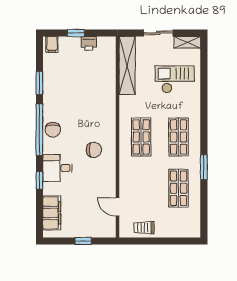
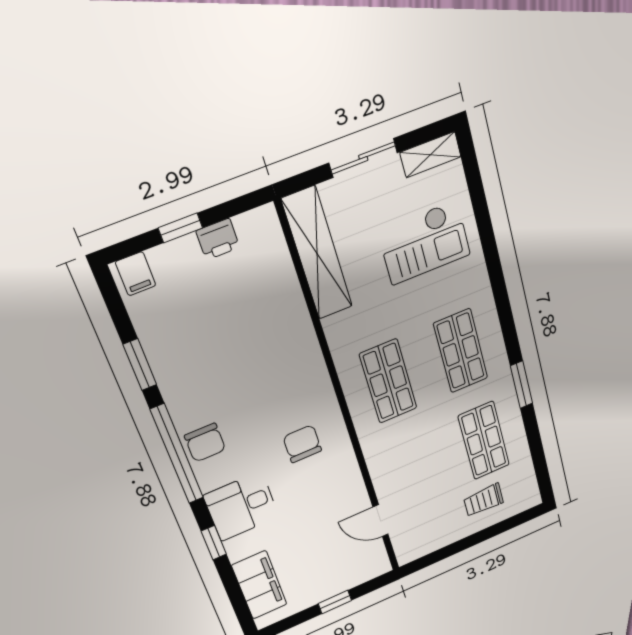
checkout: (175, 79) -> (424, 243), turned 180
chair: (94, 150) -> (302, 444), turned -90
trolley: (144, 228) -> (484, 500), moved

